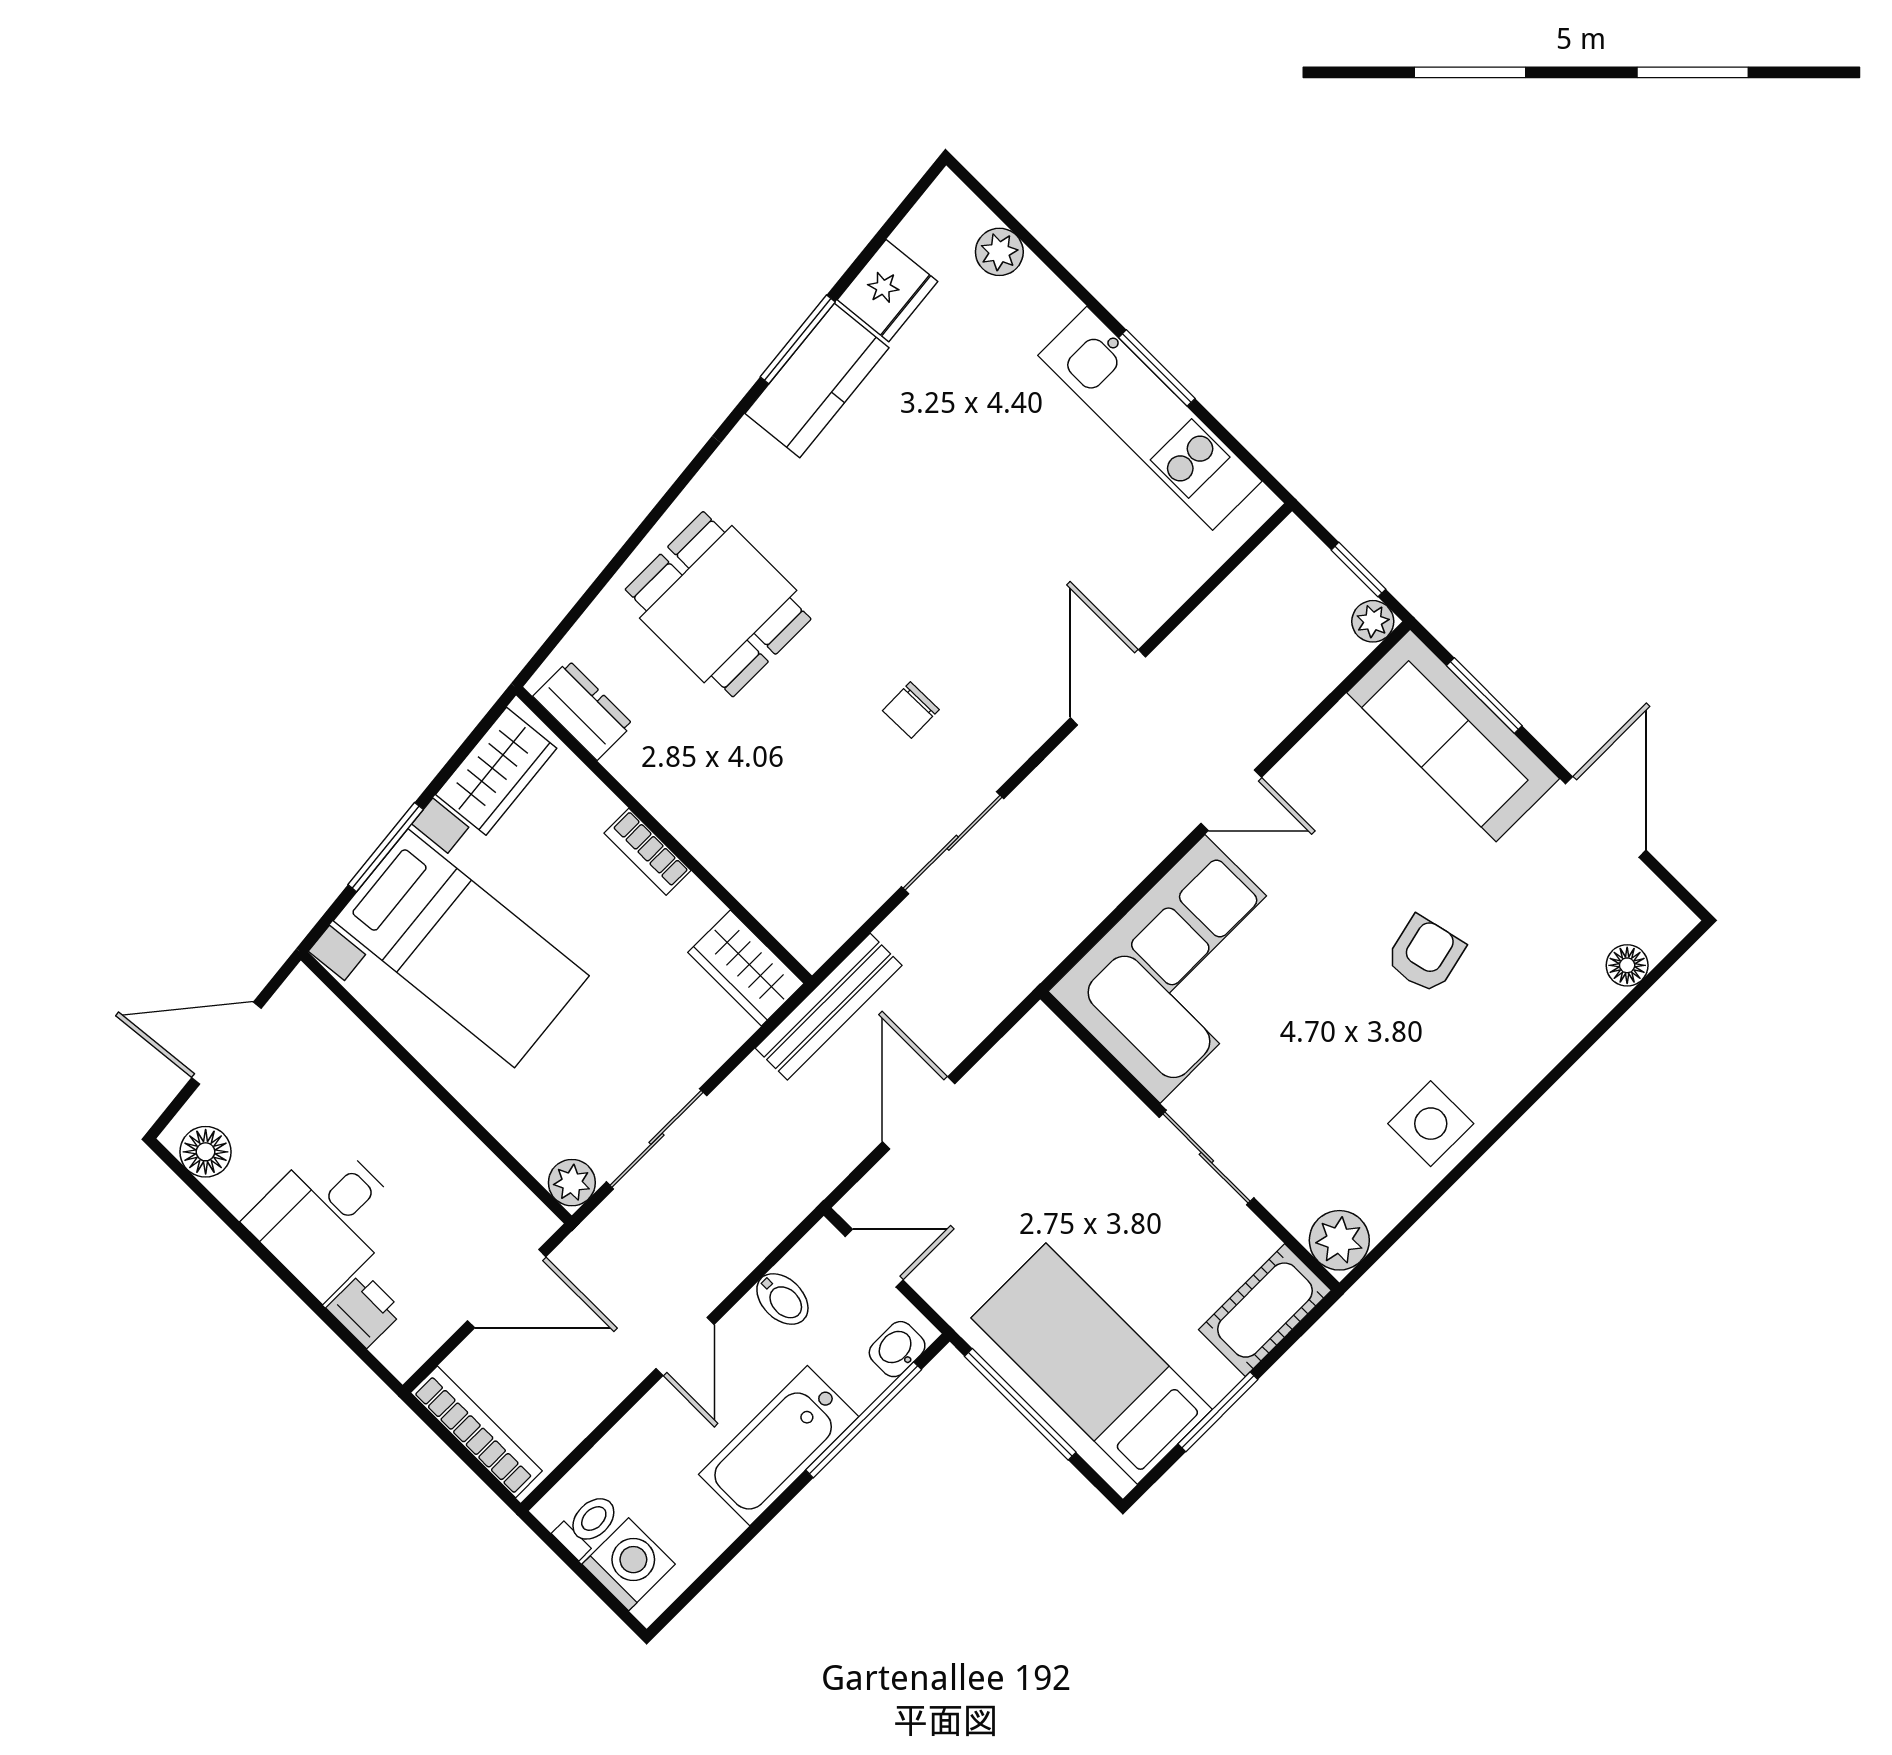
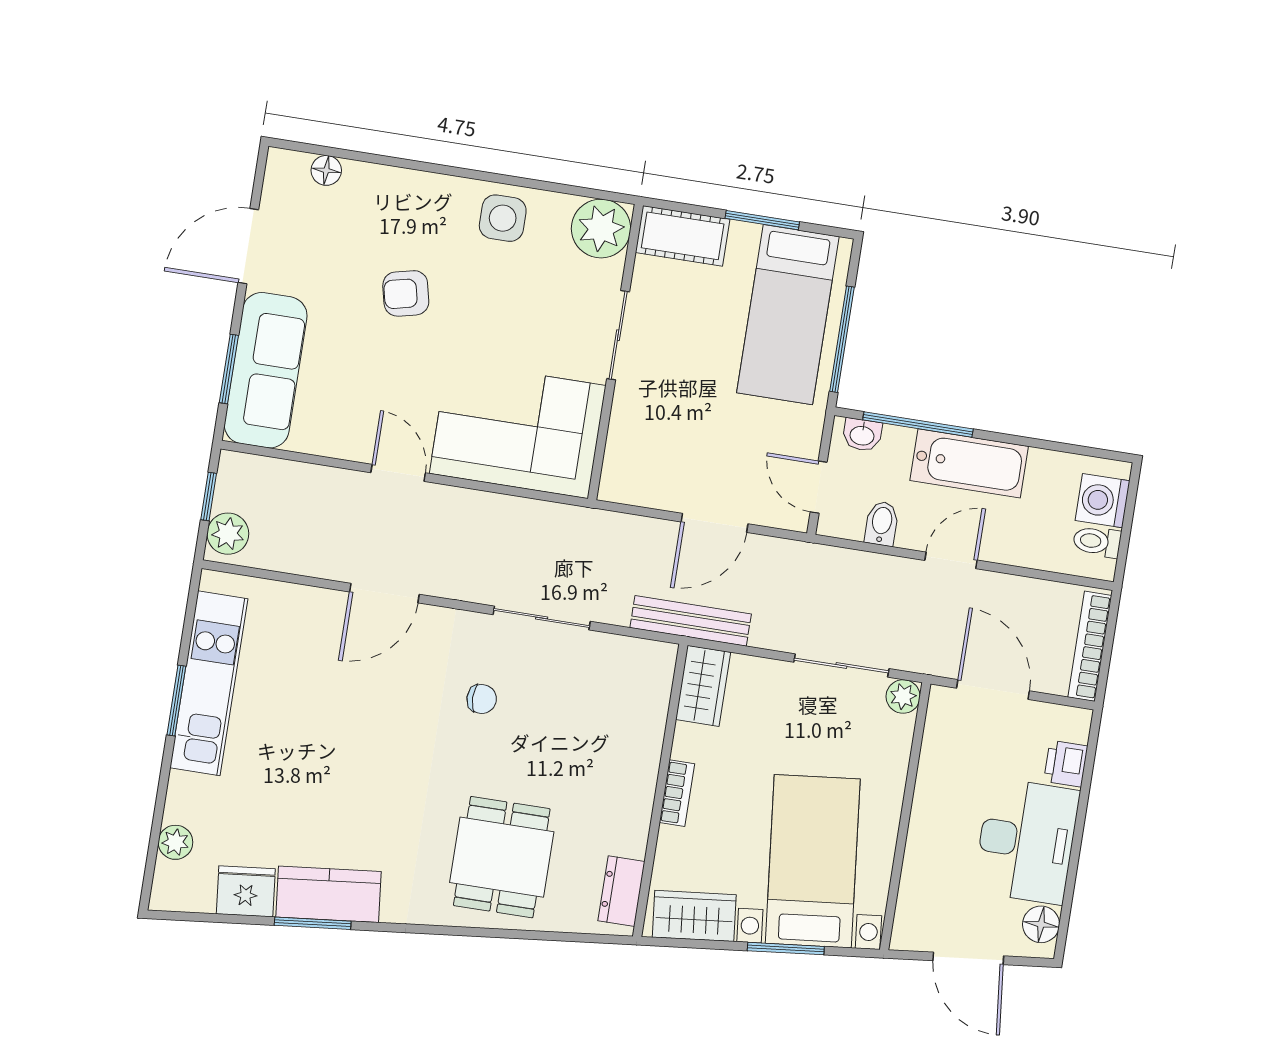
plant: (1373, 621) -> (228, 534), moved, width x1.38, depth x1.38
desk: (326, 1219) -> (1026, 841), width x1.37
plant: (1339, 1240) -> (601, 229), width x1.36, depth x1.36

